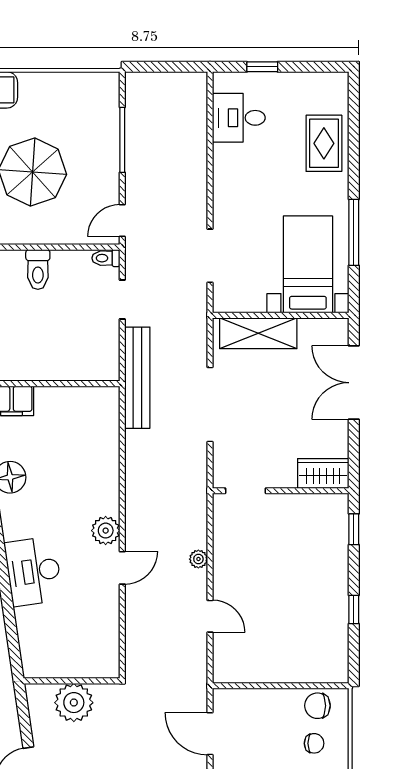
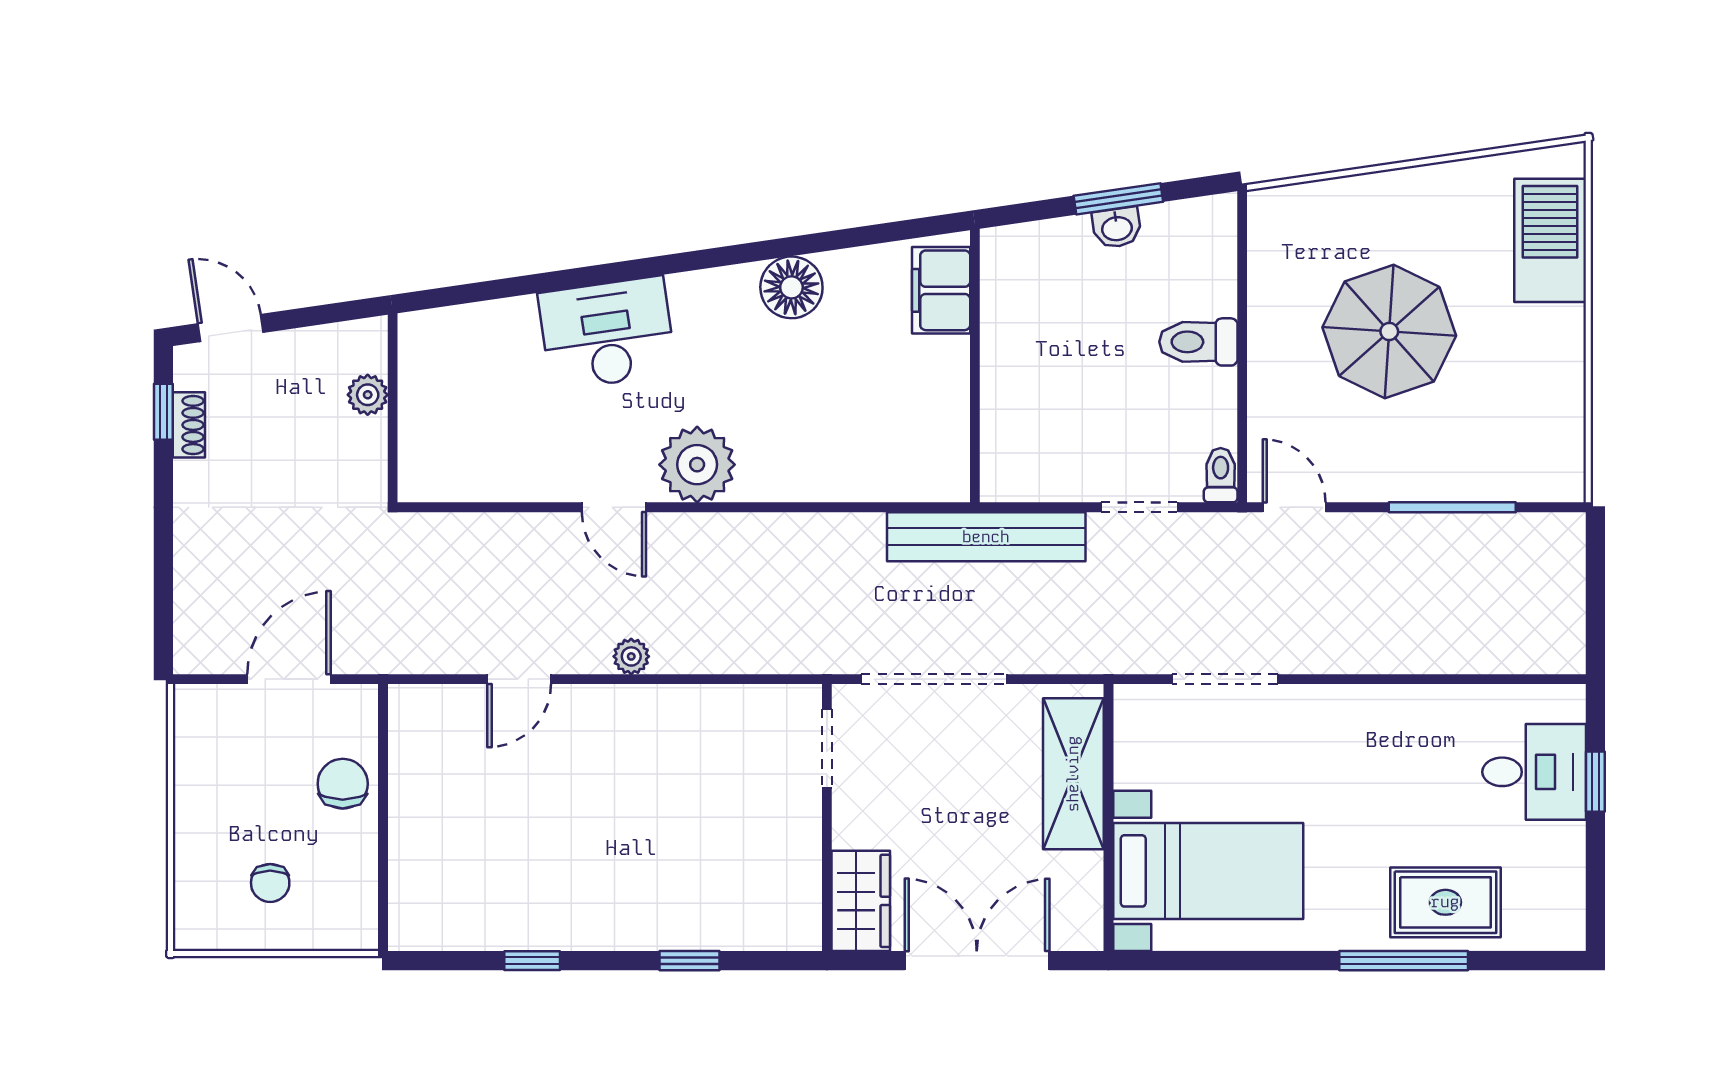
desk: (239, 118) -> (1534, 772), moved, turned 90
window: (354, 232) -> (1404, 961), moved
wardrobe: (323, 473) -> (861, 901), moved
doorway: (246, 491) -> (827, 749), moved
wall: (281, 491) -> (827, 817), moved
plant: (106, 531) -> (697, 465), width x1.36, depth x1.36
plant: (74, 703) -> (368, 395), width x0.53, depth x0.53
chair: (317, 706) -> (343, 784), moved

